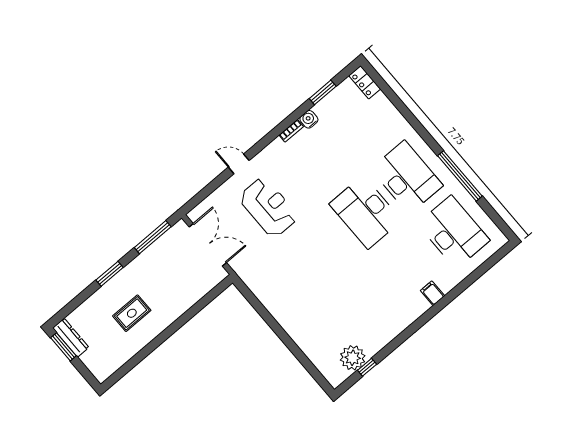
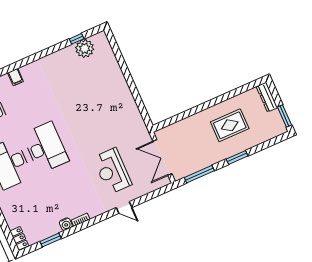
rug: (132, 313) -> (230, 125), width x1.36, depth x1.43
dresser: (71, 338) -> (267, 97), moved

